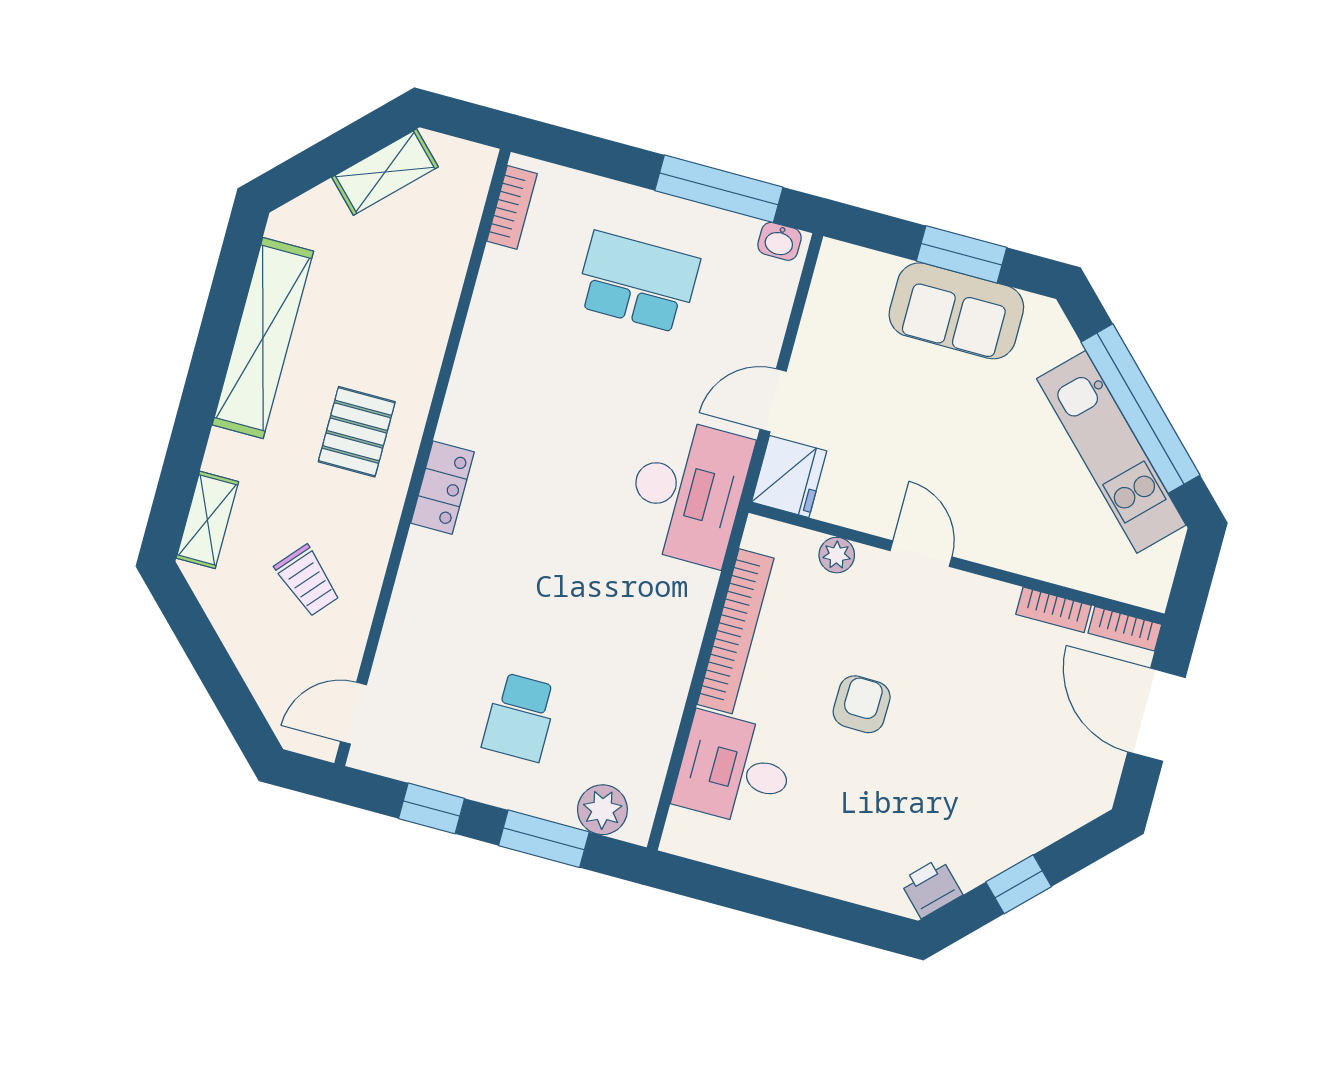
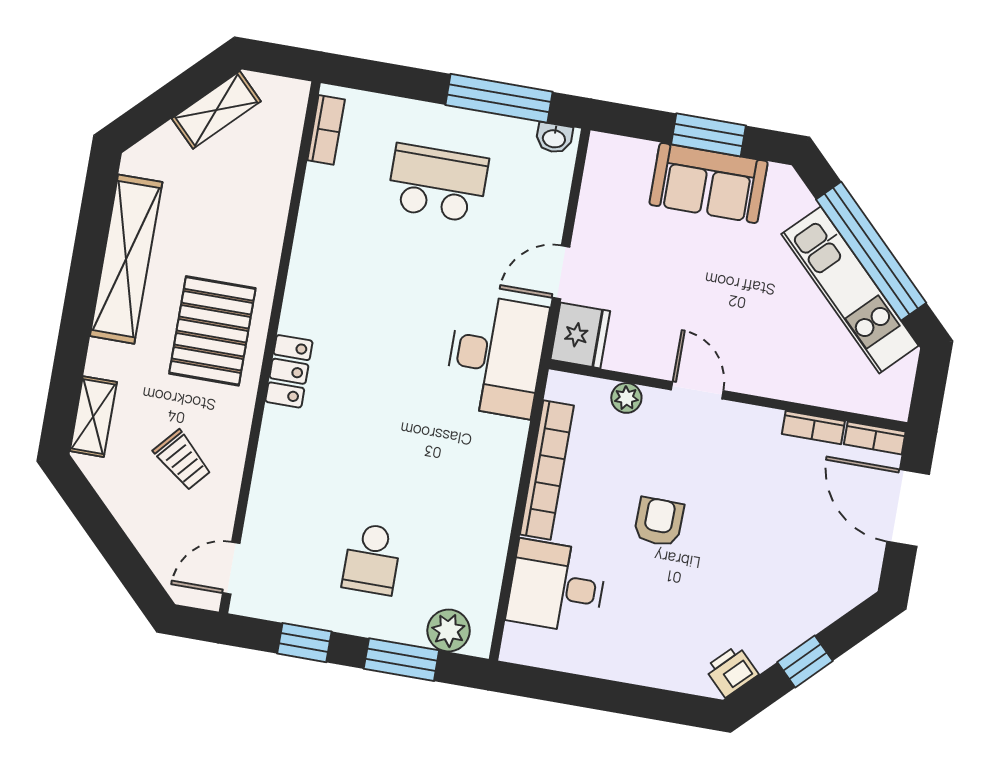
pallet: (357, 432) -> (212, 331), width x1.50, depth x1.42

